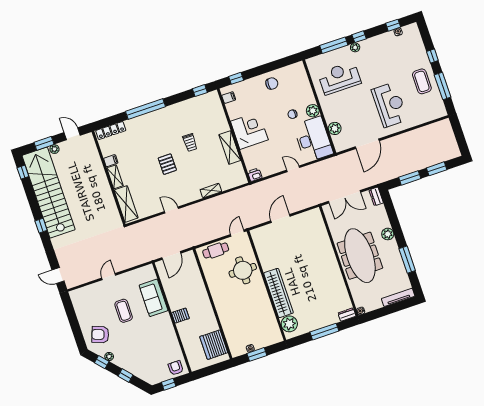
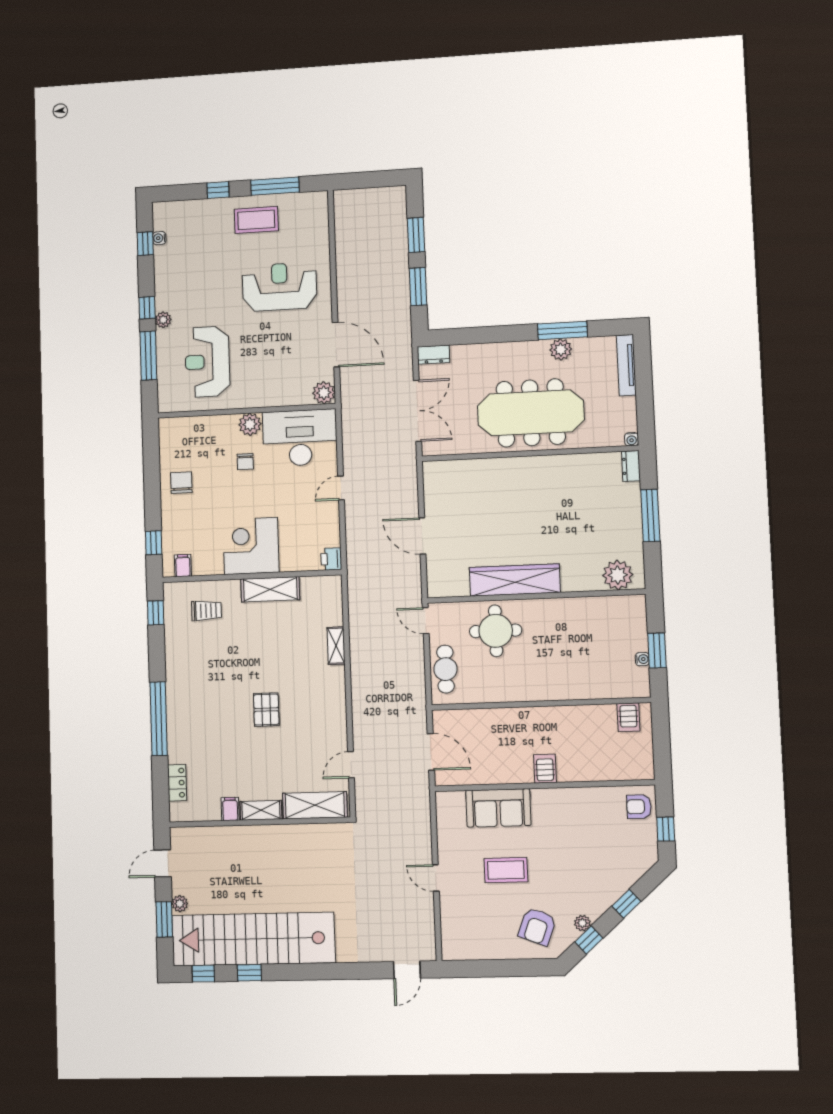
plant: (335, 128) -> (324, 393), moved
locker: (111, 131) -> (177, 783), width x0.66
trolley: (190, 143) -> (207, 611), moved
pallet: (167, 164) -> (266, 710), turned 90
door: (171, 210) -> (351, 765), moved
window: (41, 226) -> (249, 973), moved
plant: (388, 234) -> (561, 349), moved
wardrobe: (278, 293) -> (515, 580), moved
server rack: (214, 345) -> (628, 717), width x0.46, depth x0.70

